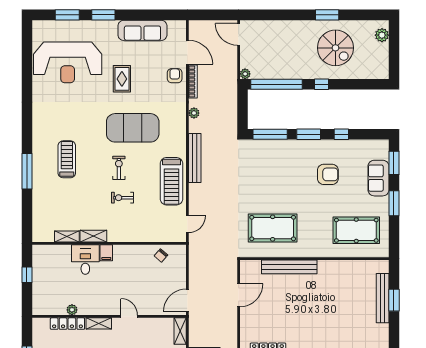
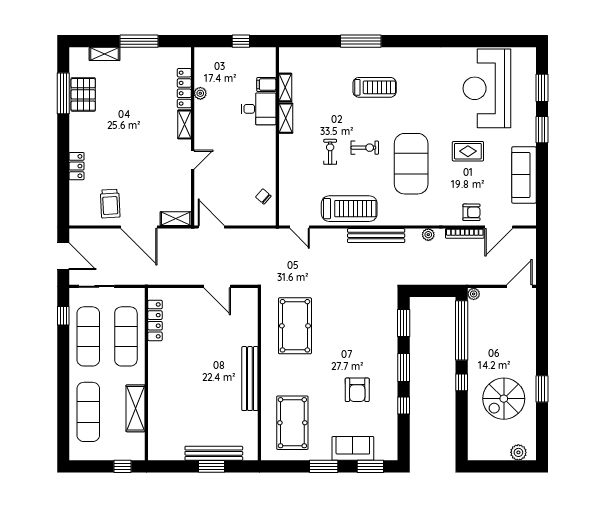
window: (270, 134) -> (404, 323), width x0.69
treadmill: (171, 181) -> (349, 209), turned 180
filing cabinet: (106, 253) -> (266, 85), moved
bench: (289, 267) -> (250, 379), moved

